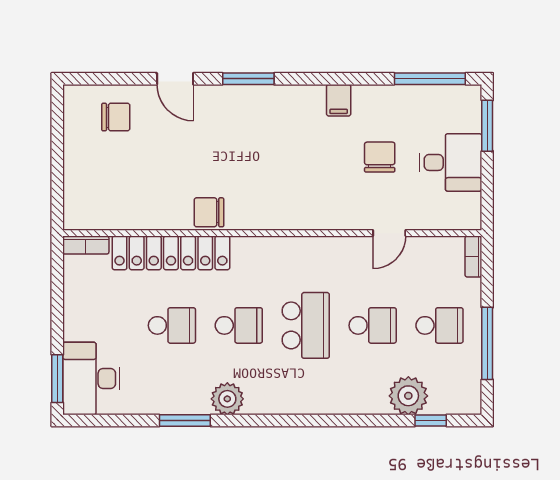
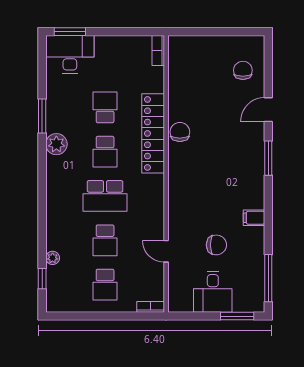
chair: (116, 117) -> (243, 70), turned 180
locker: (171, 253) -> (153, 133), moved
school desk: (172, 325) -> (105, 107), turned 180
window: (487, 343) -> (93, 316), removed
plant: (408, 396) -> (53, 258), width x0.53, depth x0.53

